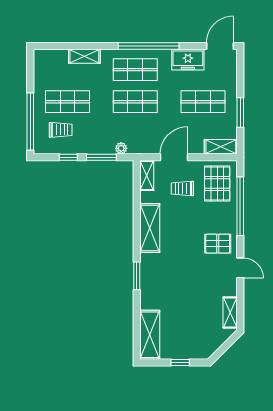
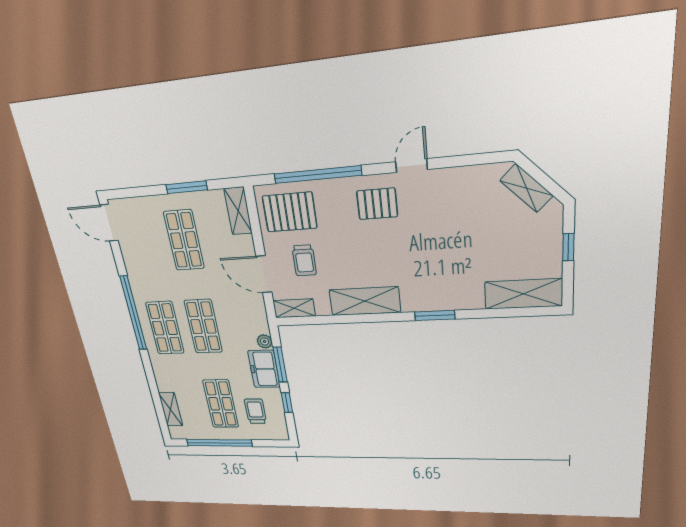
shelving: (84, 56) -> (171, 409), moved
freezer: (188, 60) -> (264, 369), moved, turned 180
window: (30, 121) -> (219, 443), moved
pallet: (218, 244) -> (377, 204), turned 90
shelving: (230, 313) -> (526, 188), moved, turned 45

